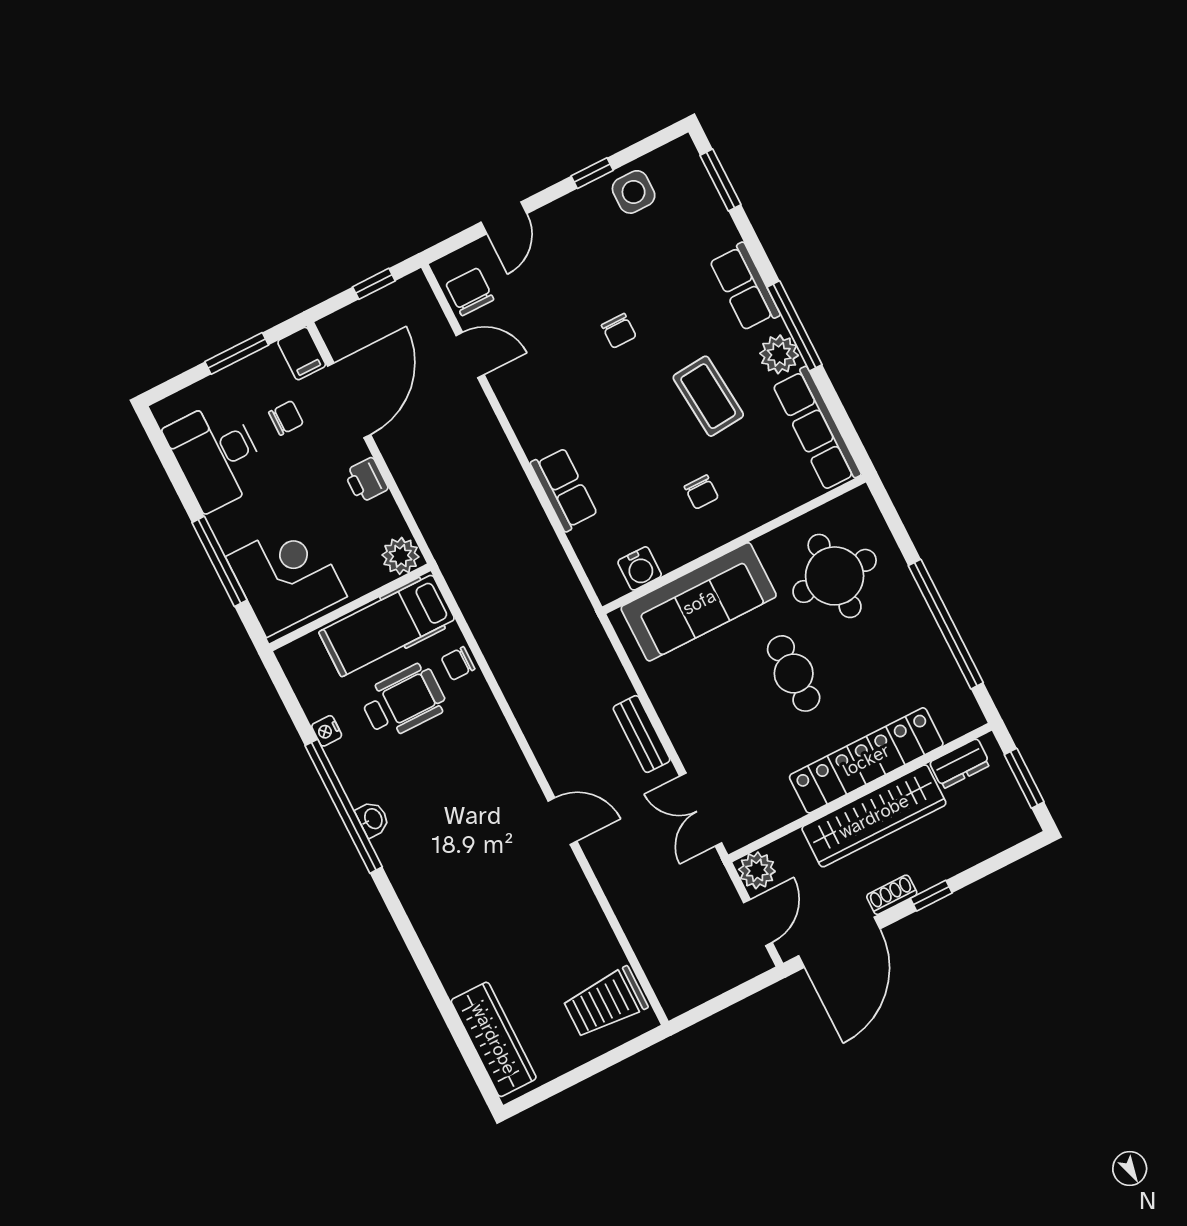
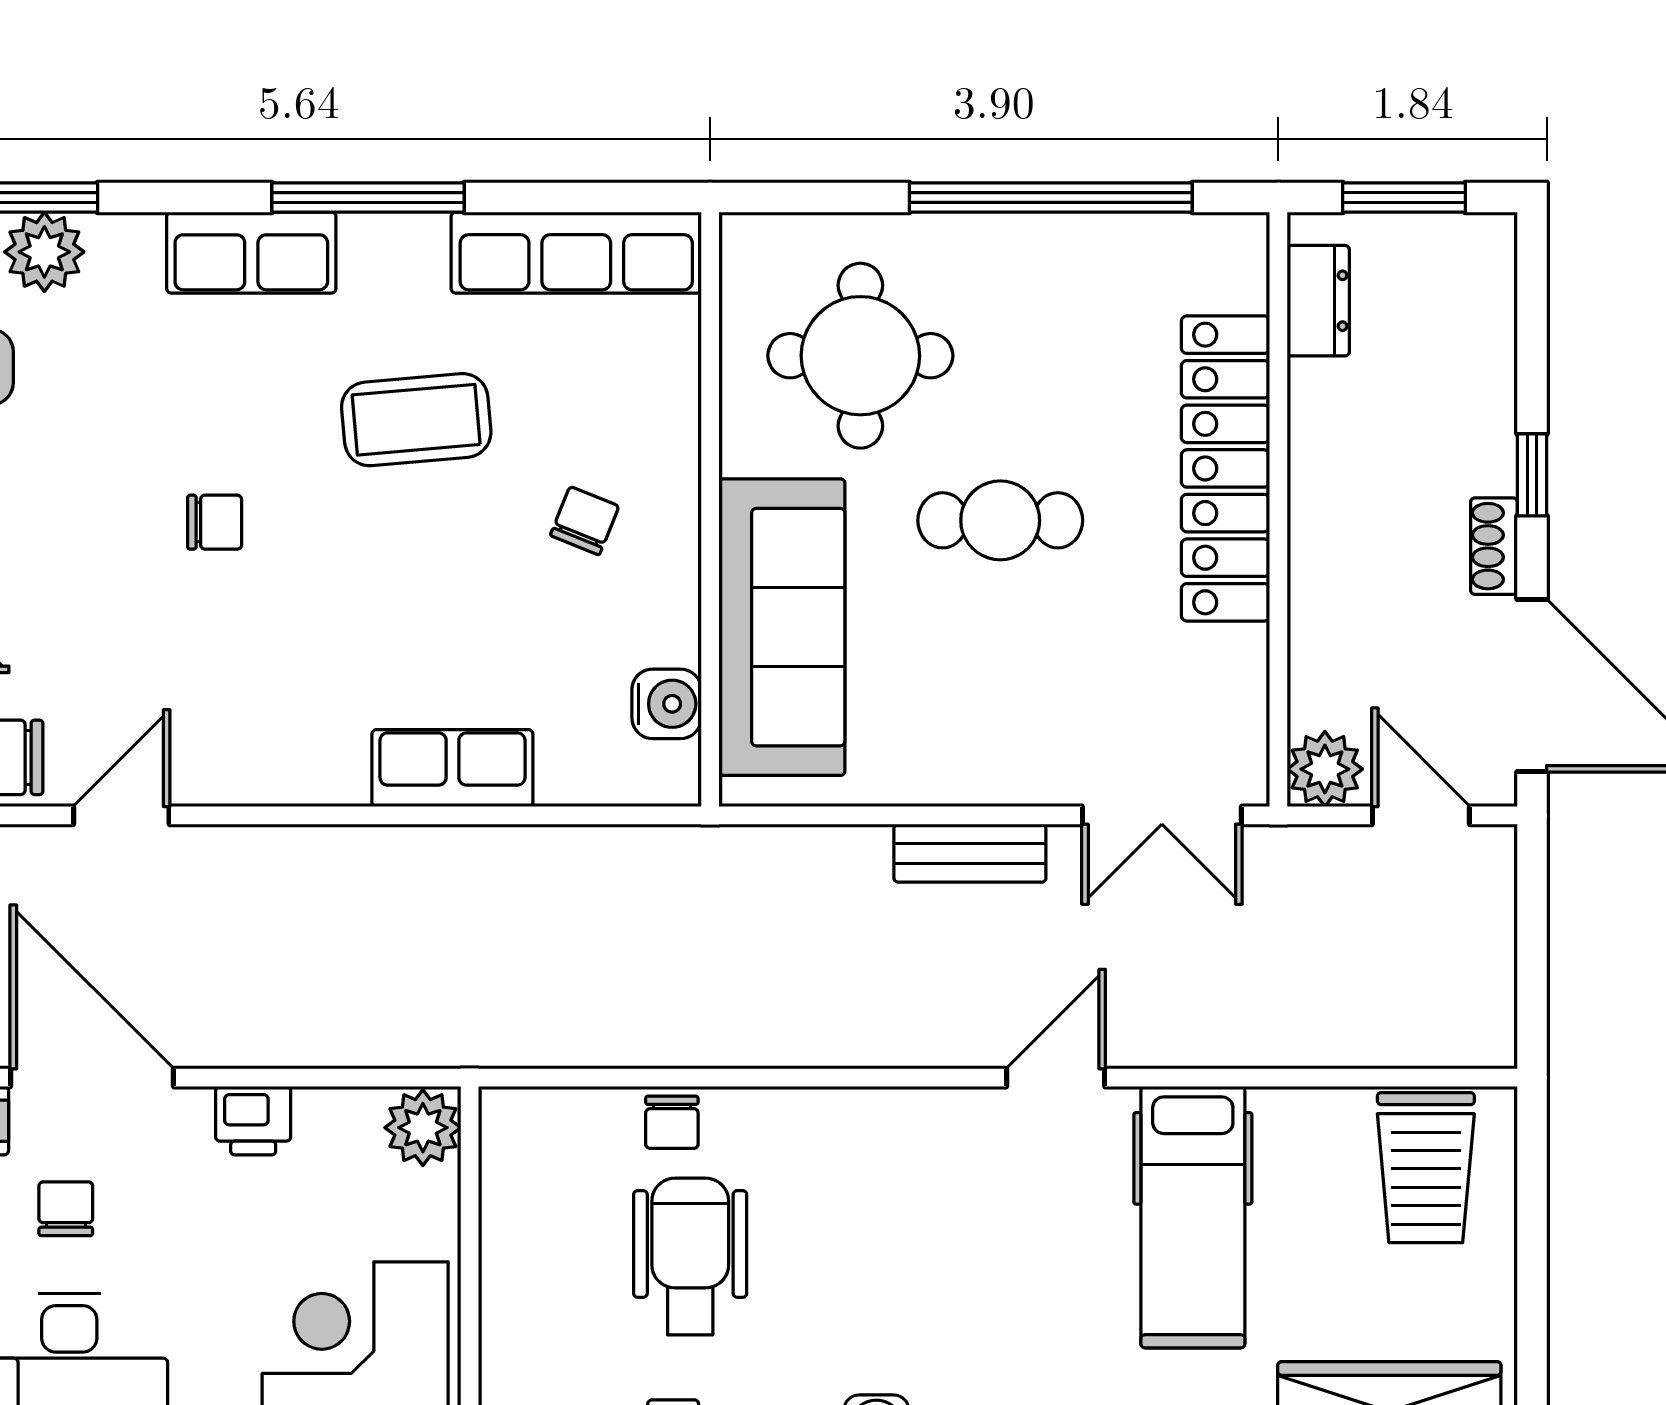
plant: (779, 354) -> (44, 252), moved
chair: (701, 492) -> (585, 521), turned -68
hospital bed: (387, 626) -> (1193, 1217), moved
wardrobe: (874, 816) -> (1334, 506), removed

